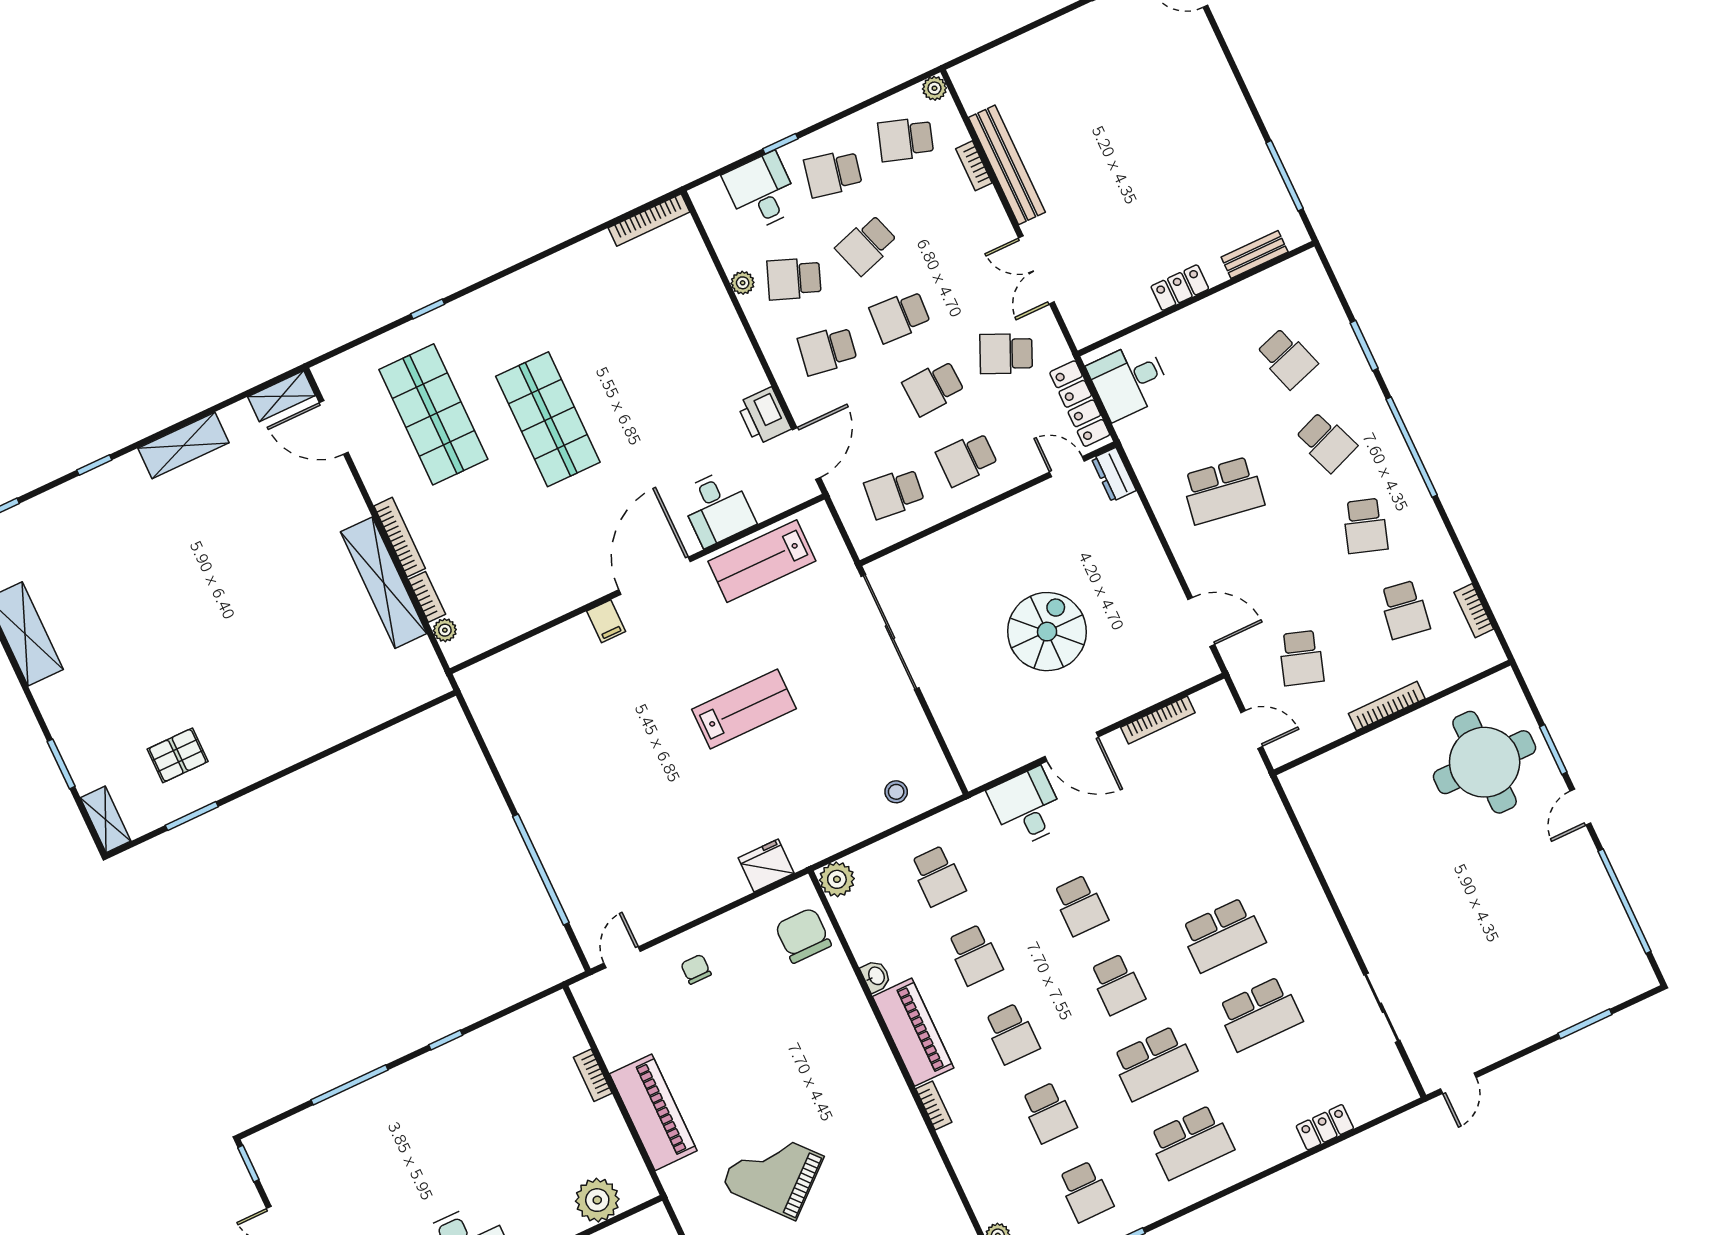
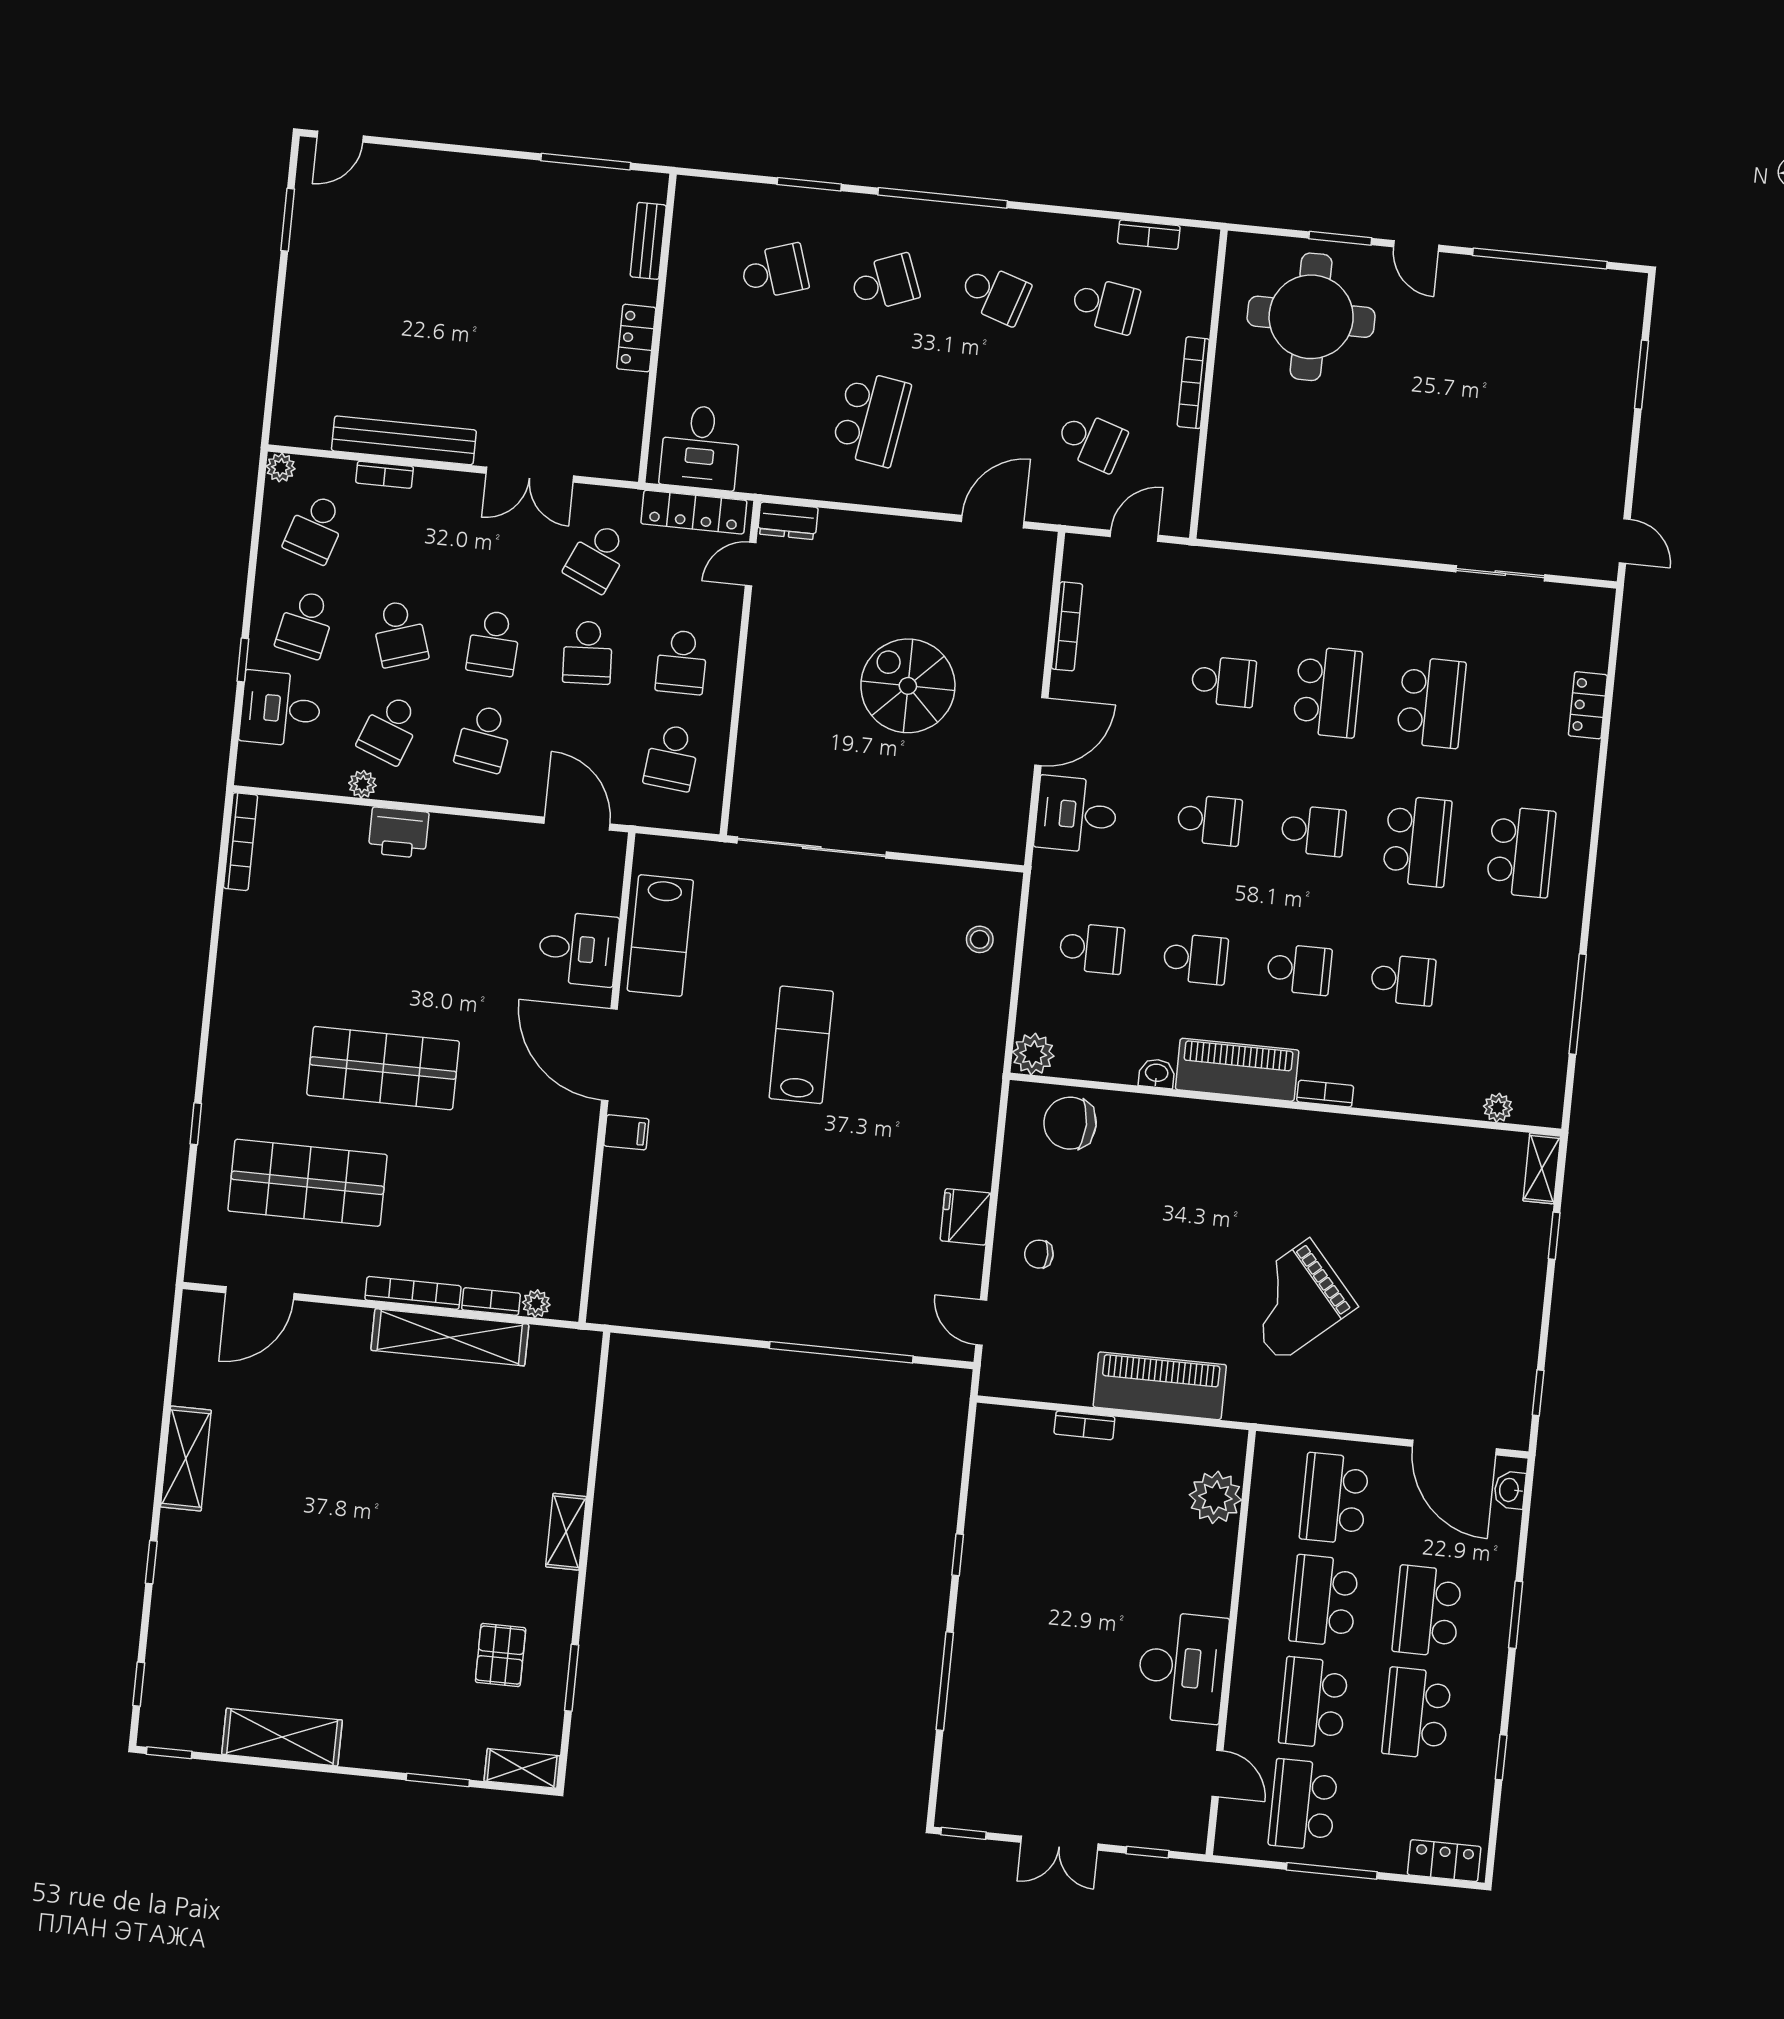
shelving: (281, 396) -> (566, 1532), moved
printer: (764, 416) -> (399, 833), moved
fridge: (766, 865) -> (965, 1217), moved
school desk: (1086, 1191) -> (1224, 681), moved

